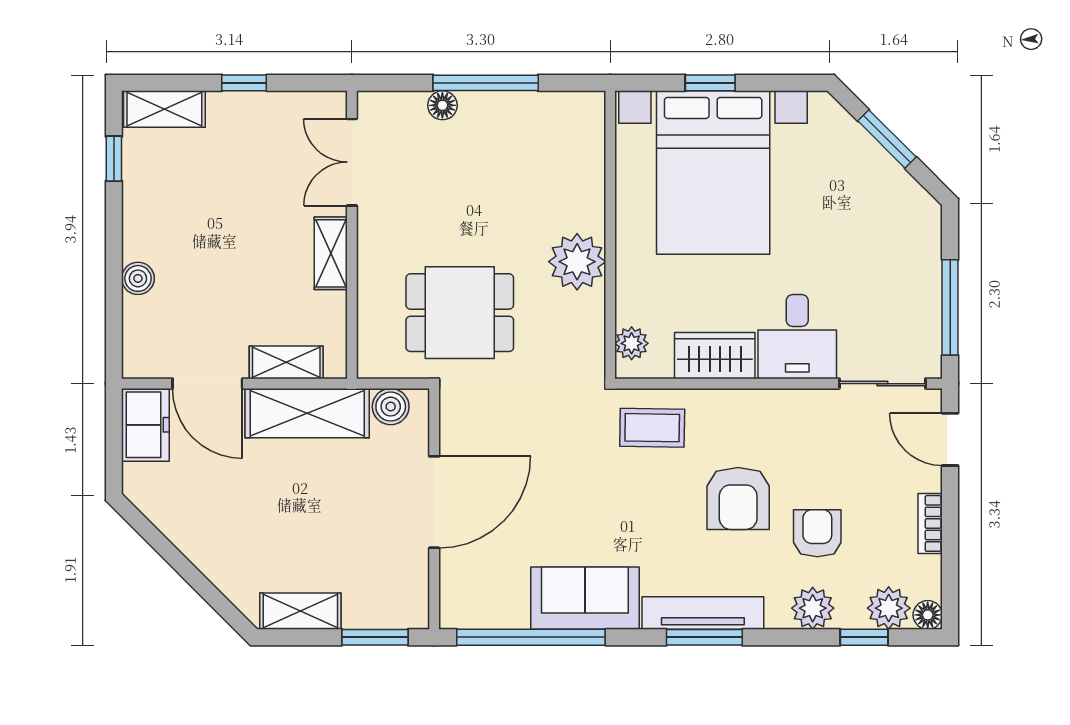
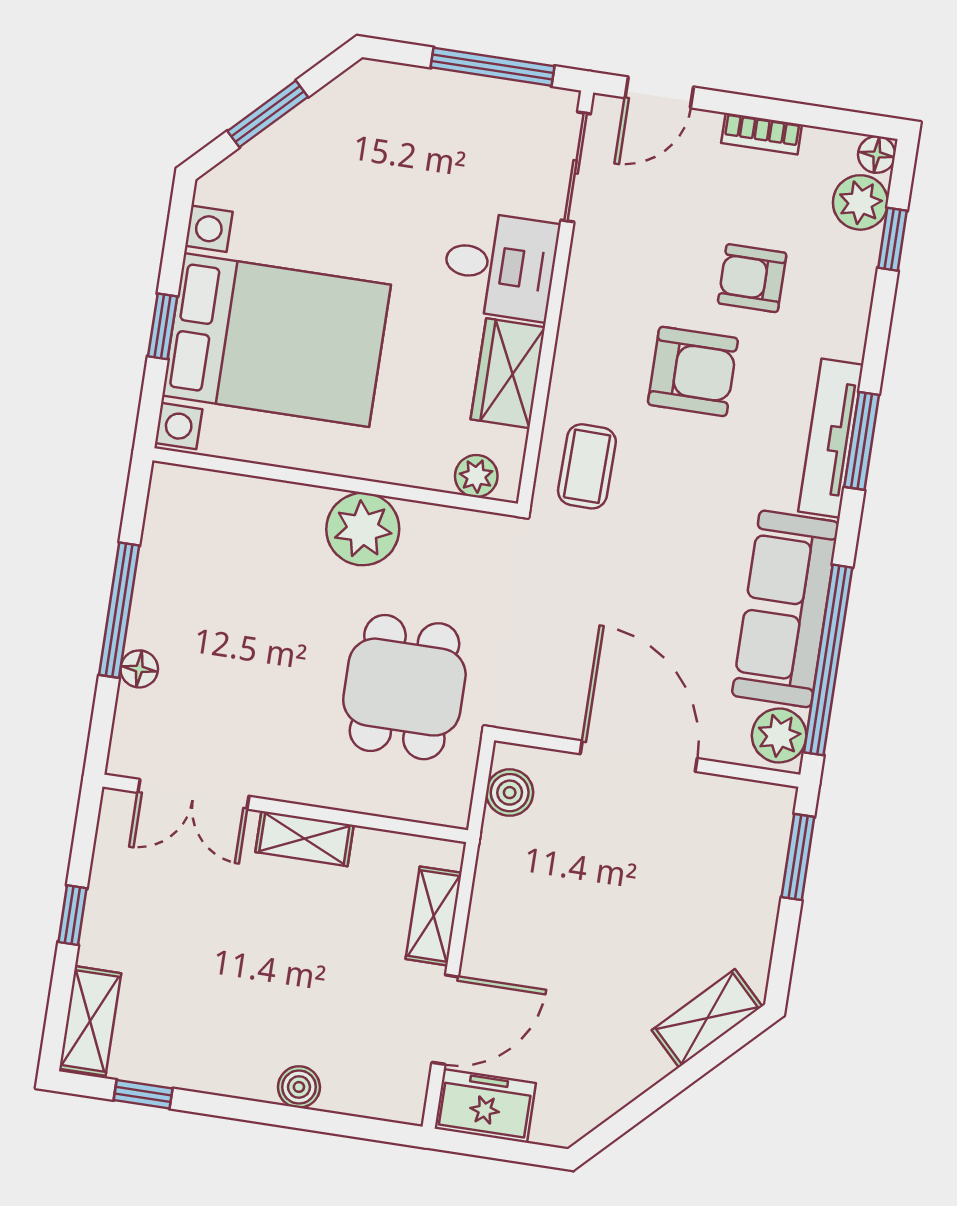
shelving: (307, 413) -> (502, 899), removed
sofa: (585, 598) -> (785, 609), width x1.36
plant: (813, 608) -> (779, 736), moved
shelving: (300, 611) -> (707, 1018), moved, turned 45

